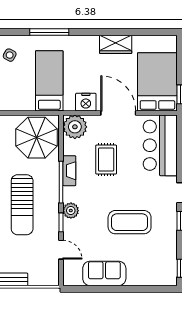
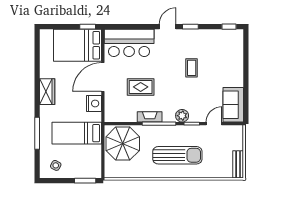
wardrobe: (116, 44) -> (47, 92), moved
plant: (75, 127) -> (114, 112), removed
coffee table: (130, 222) -> (192, 68), width x0.54, depth x0.58
sofa: (104, 273) -> (233, 105), moved

